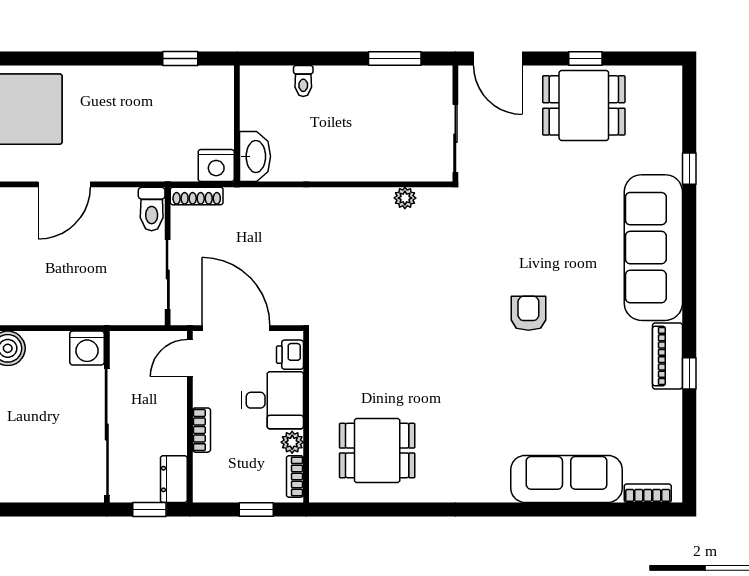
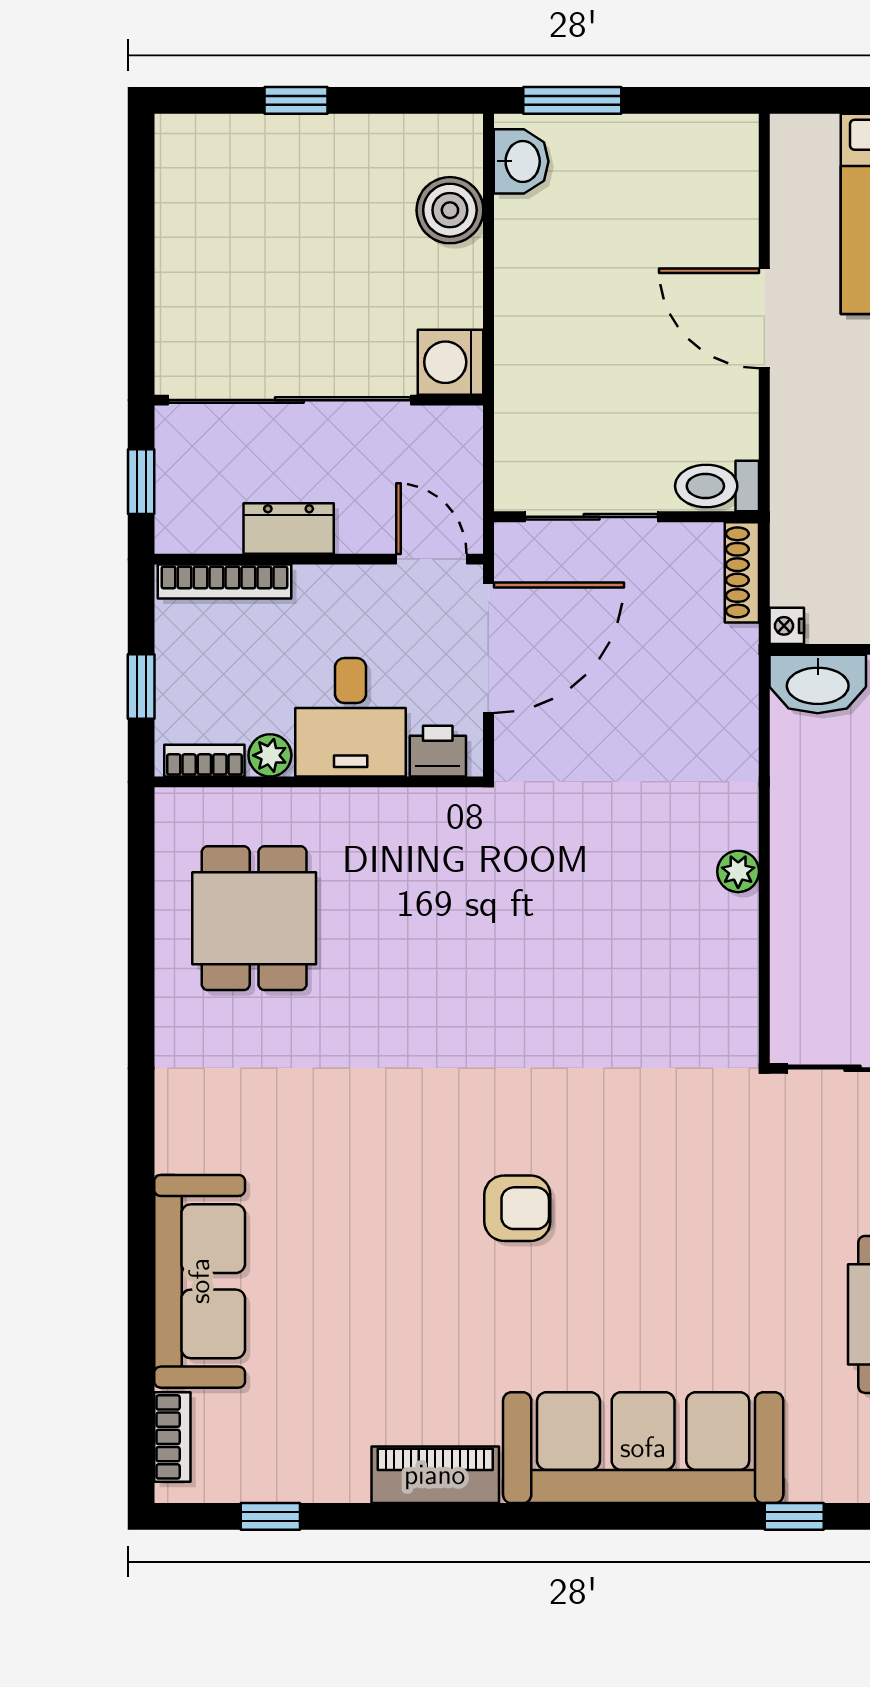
nightstand: (216, 166) -> (787, 626), width x0.53, depth x0.56
plant: (405, 198) -> (738, 871), moved
window: (689, 373) -> (270, 1516), moved
bookcase: (201, 430) -> (224, 582), moved, width x1.56
dresser: (174, 479) -> (289, 529), moved

